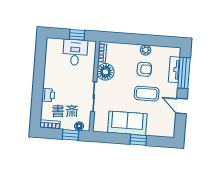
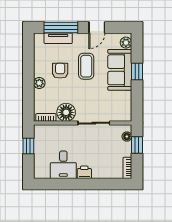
plant: (146, 50) -> (39, 83), moved
desk: (75, 52) -> (63, 165), moved, turned -90
printer: (48, 95) -> (84, 172), moved
sofa: (127, 123) -> (120, 70), moved
plant: (166, 132) -> (126, 43), added

